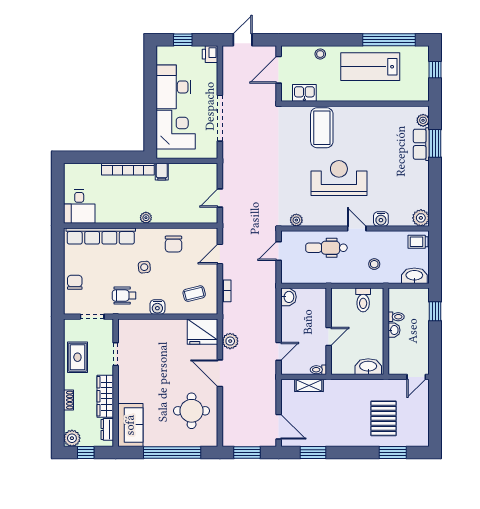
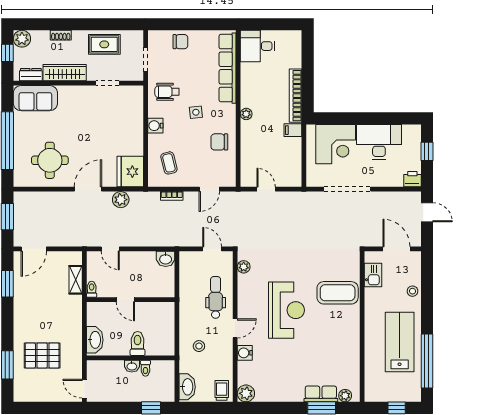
door: (220, 254) -> (209, 189), swing flipped
wheelchair: (124, 296) -> (167, 92), turned -90
toilet: (363, 300) -> (138, 343), moved, turned 90

